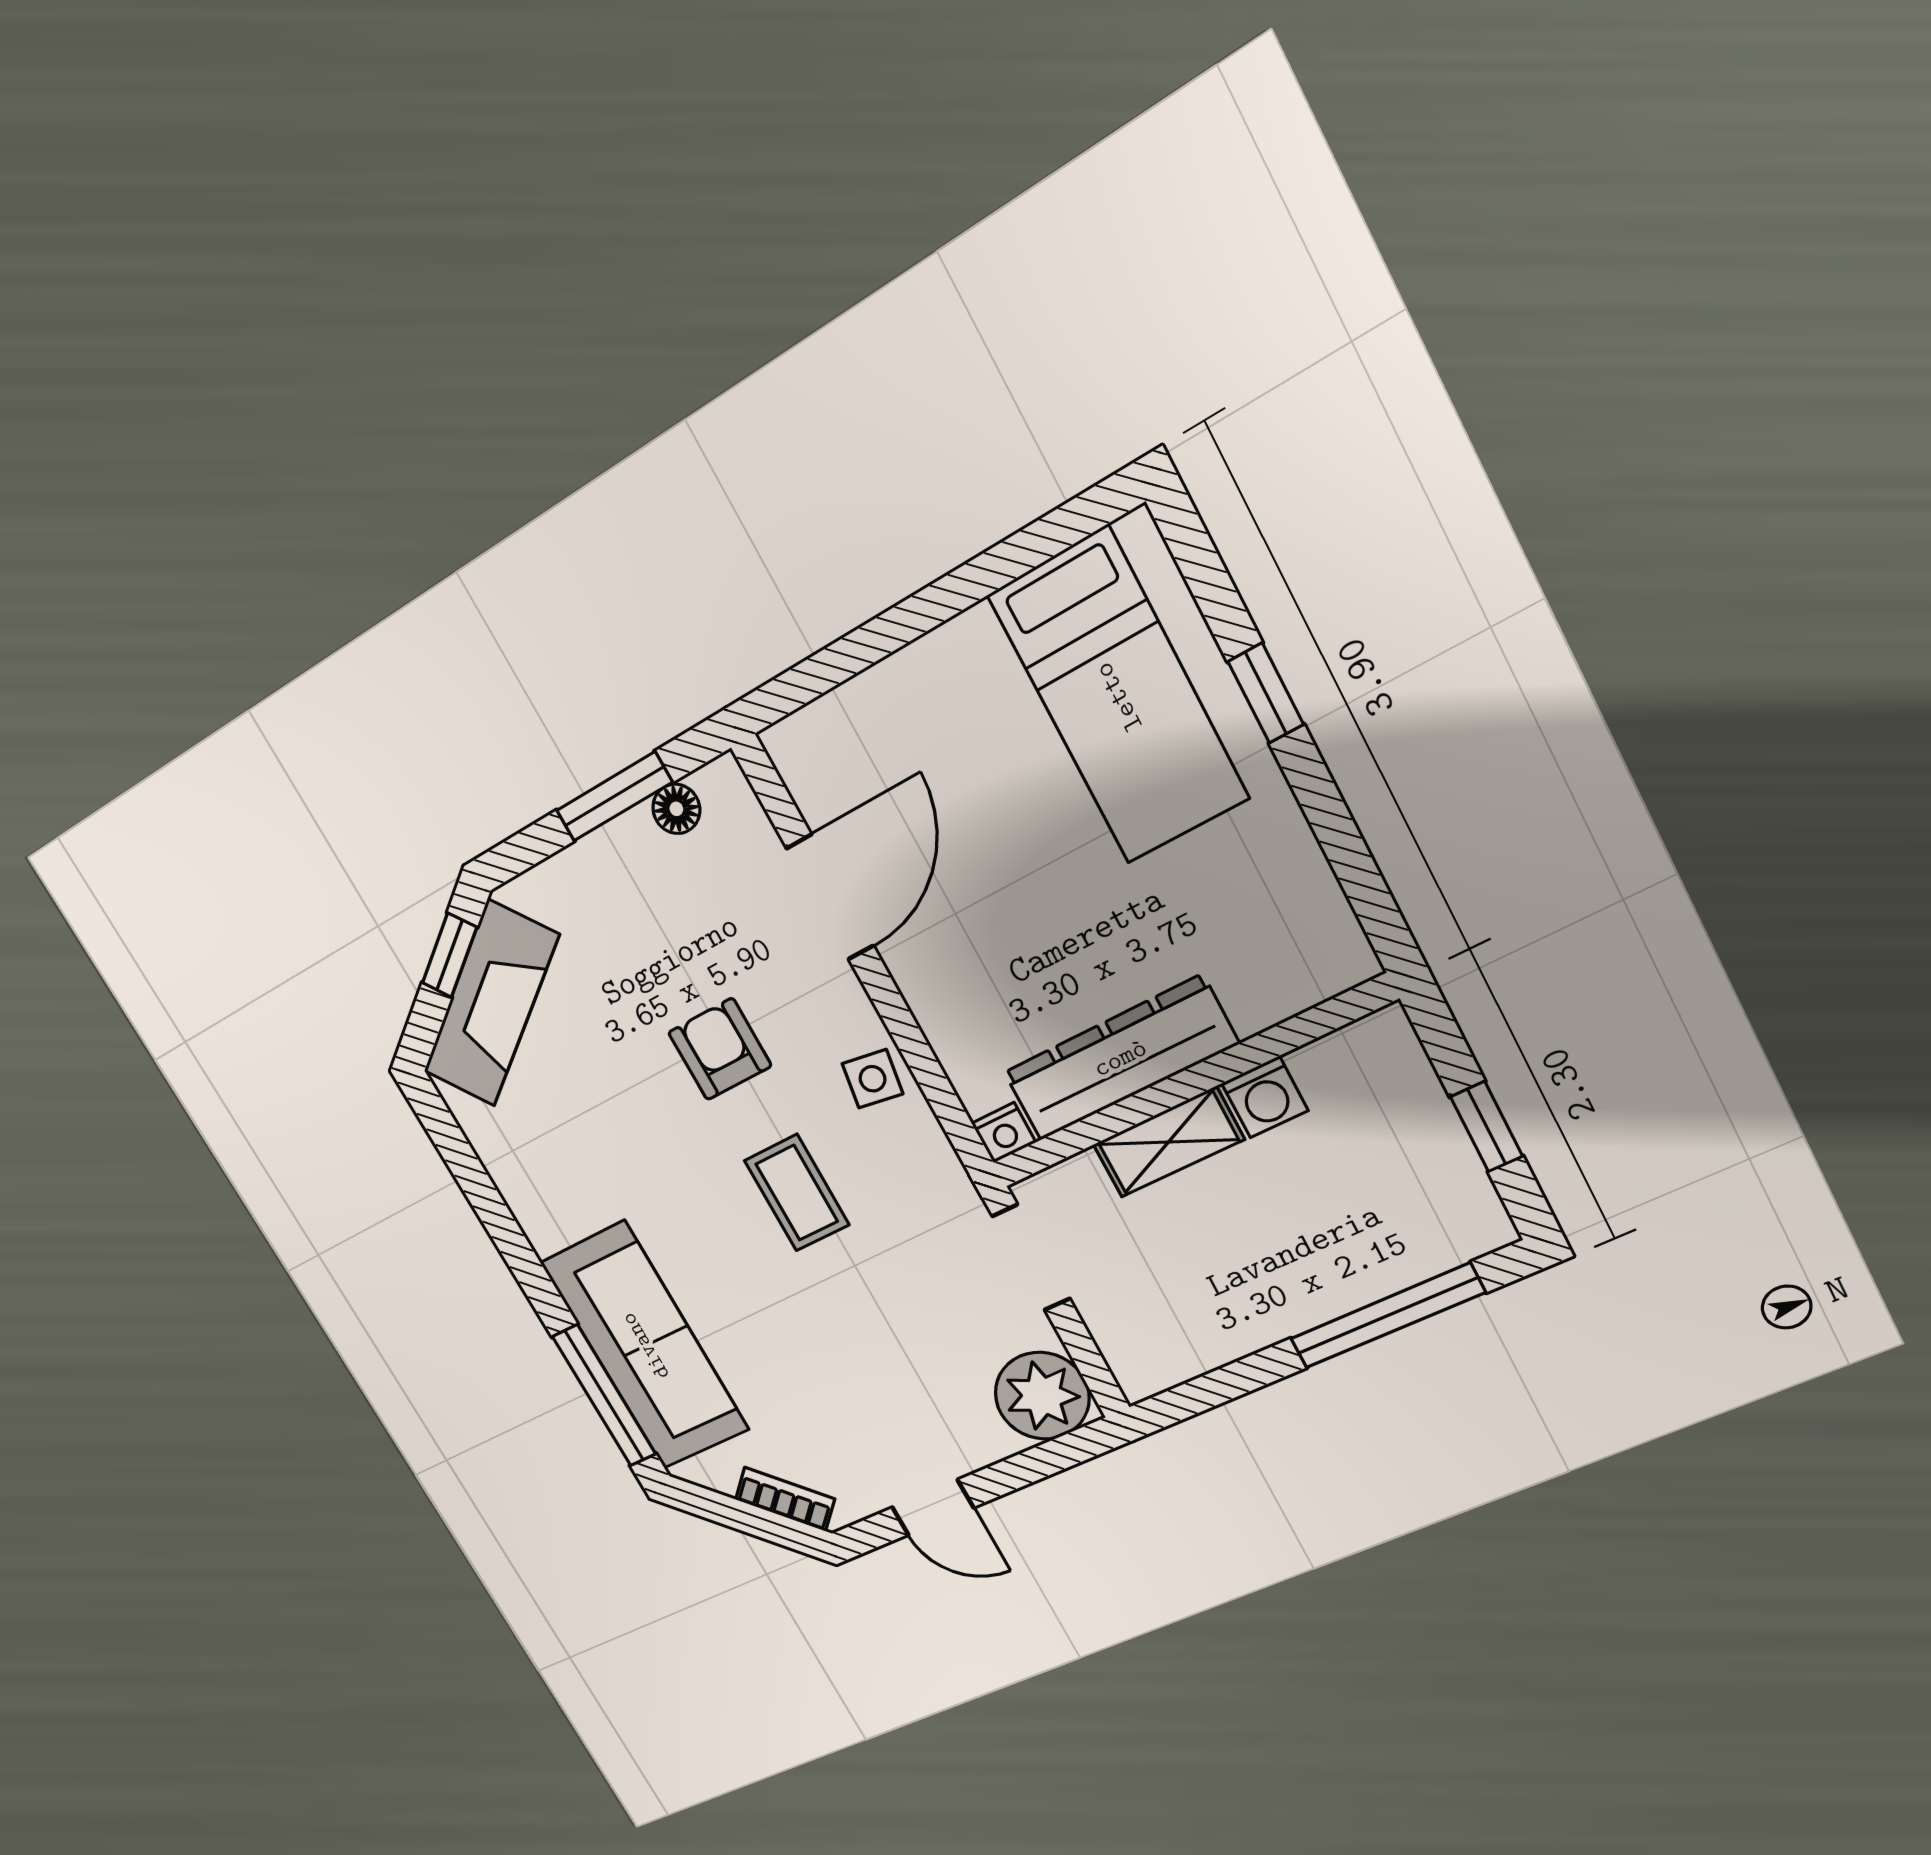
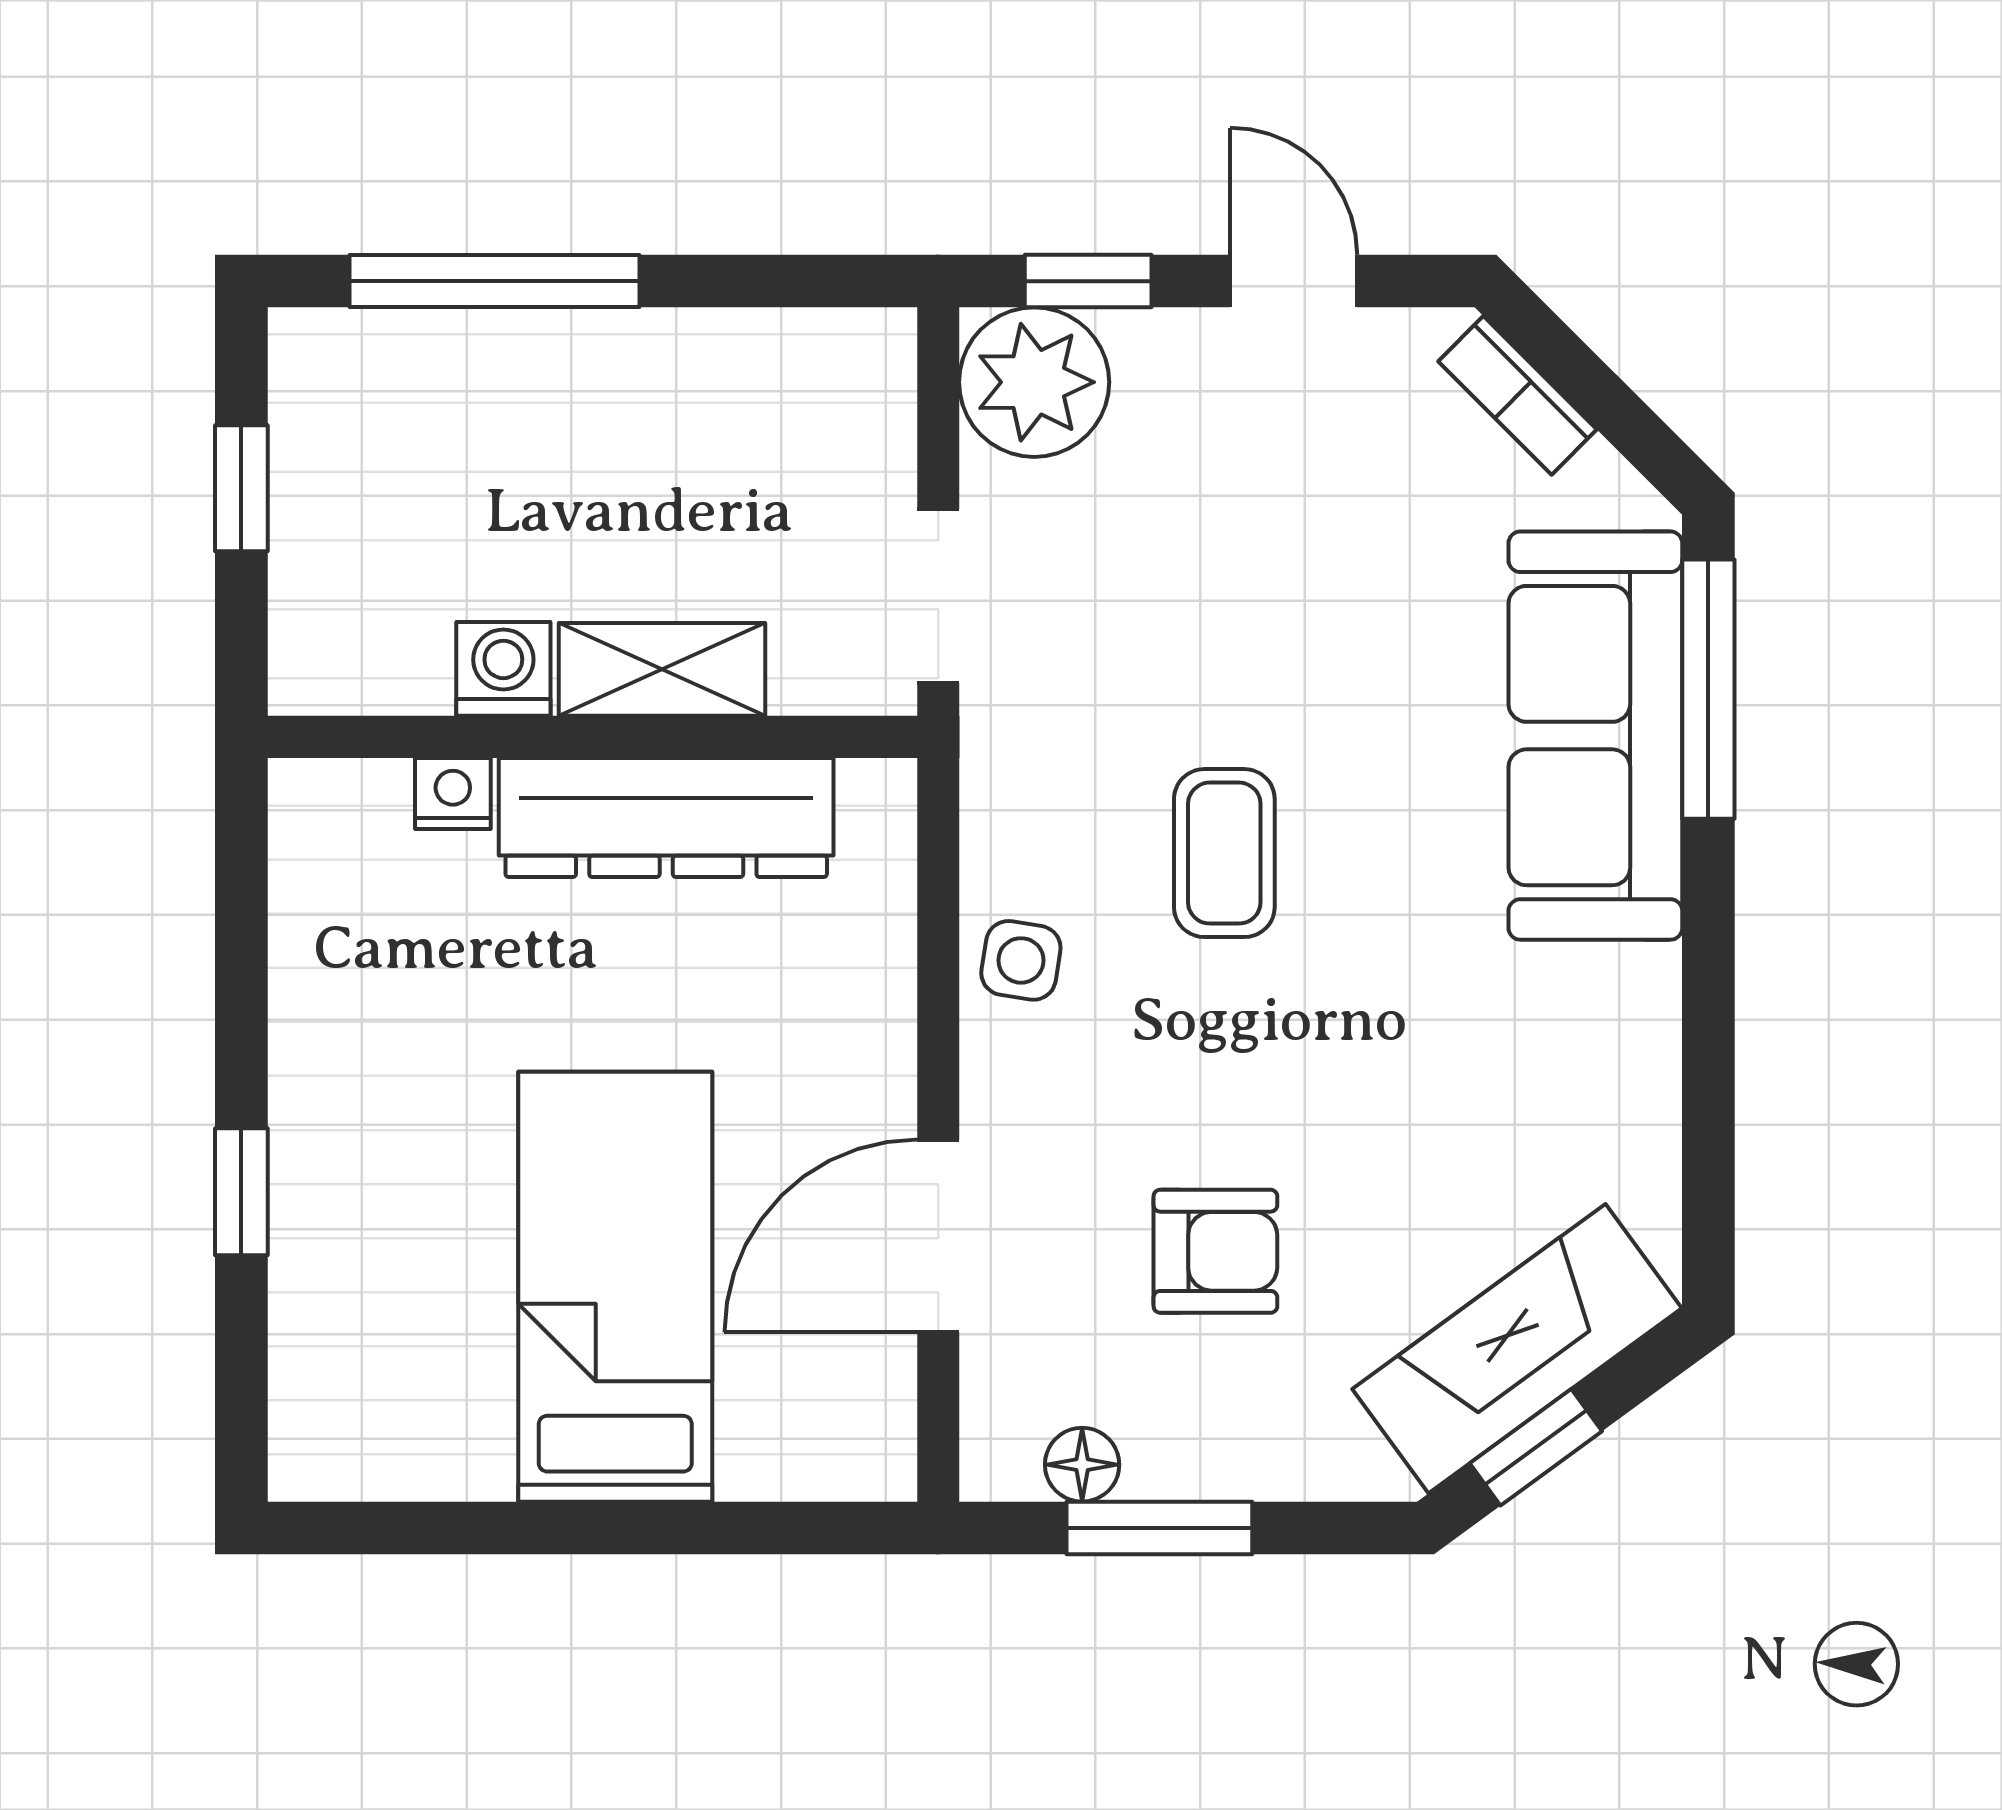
bed: (1118, 697) -> (615, 1287), moved
armchair: (720, 1049) -> (1215, 1251), moved, turned -90
nightstand: (1004, 1133) -> (453, 793), moved
window: (1042, 1461) -> (1088, 281), added

